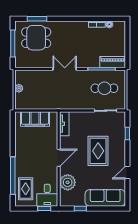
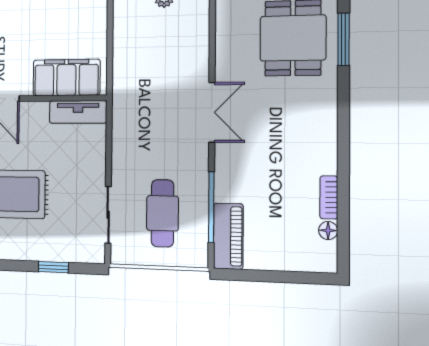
filing cabinet: (35, 119) -> (66, 78), moved, turned 90

